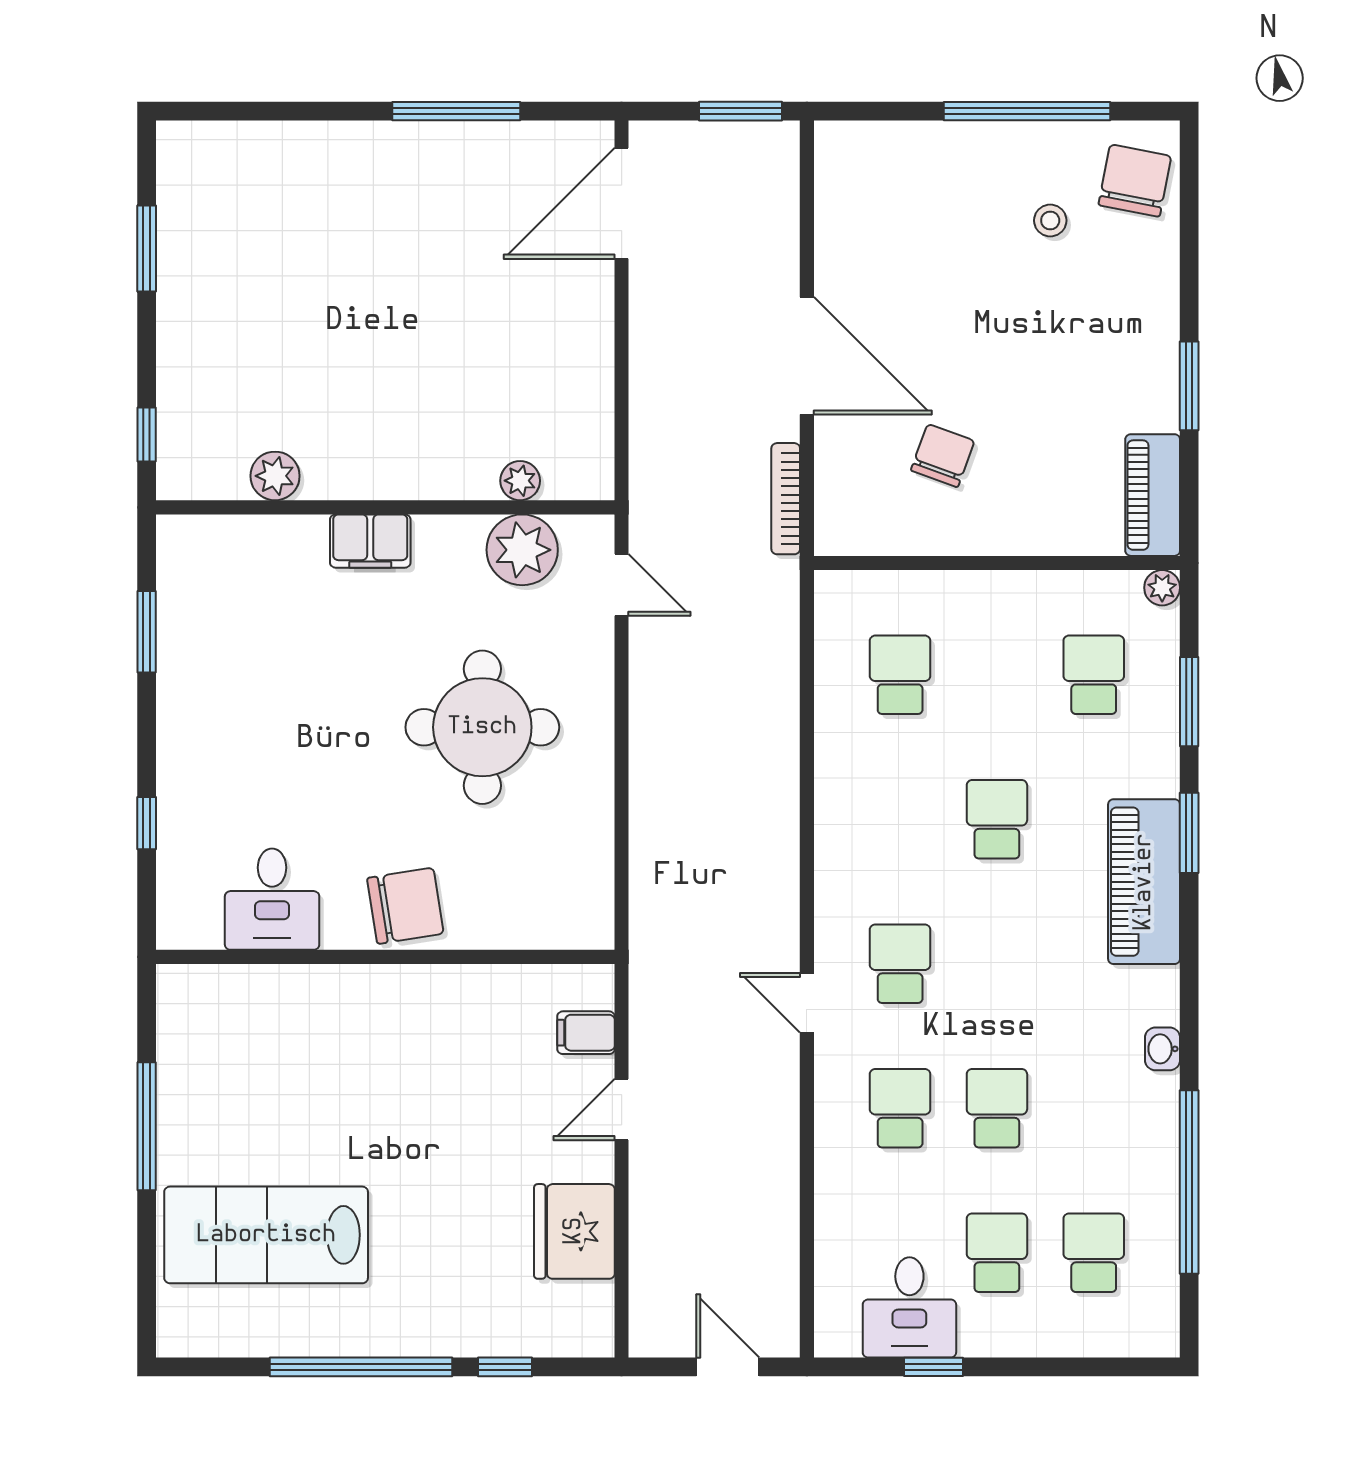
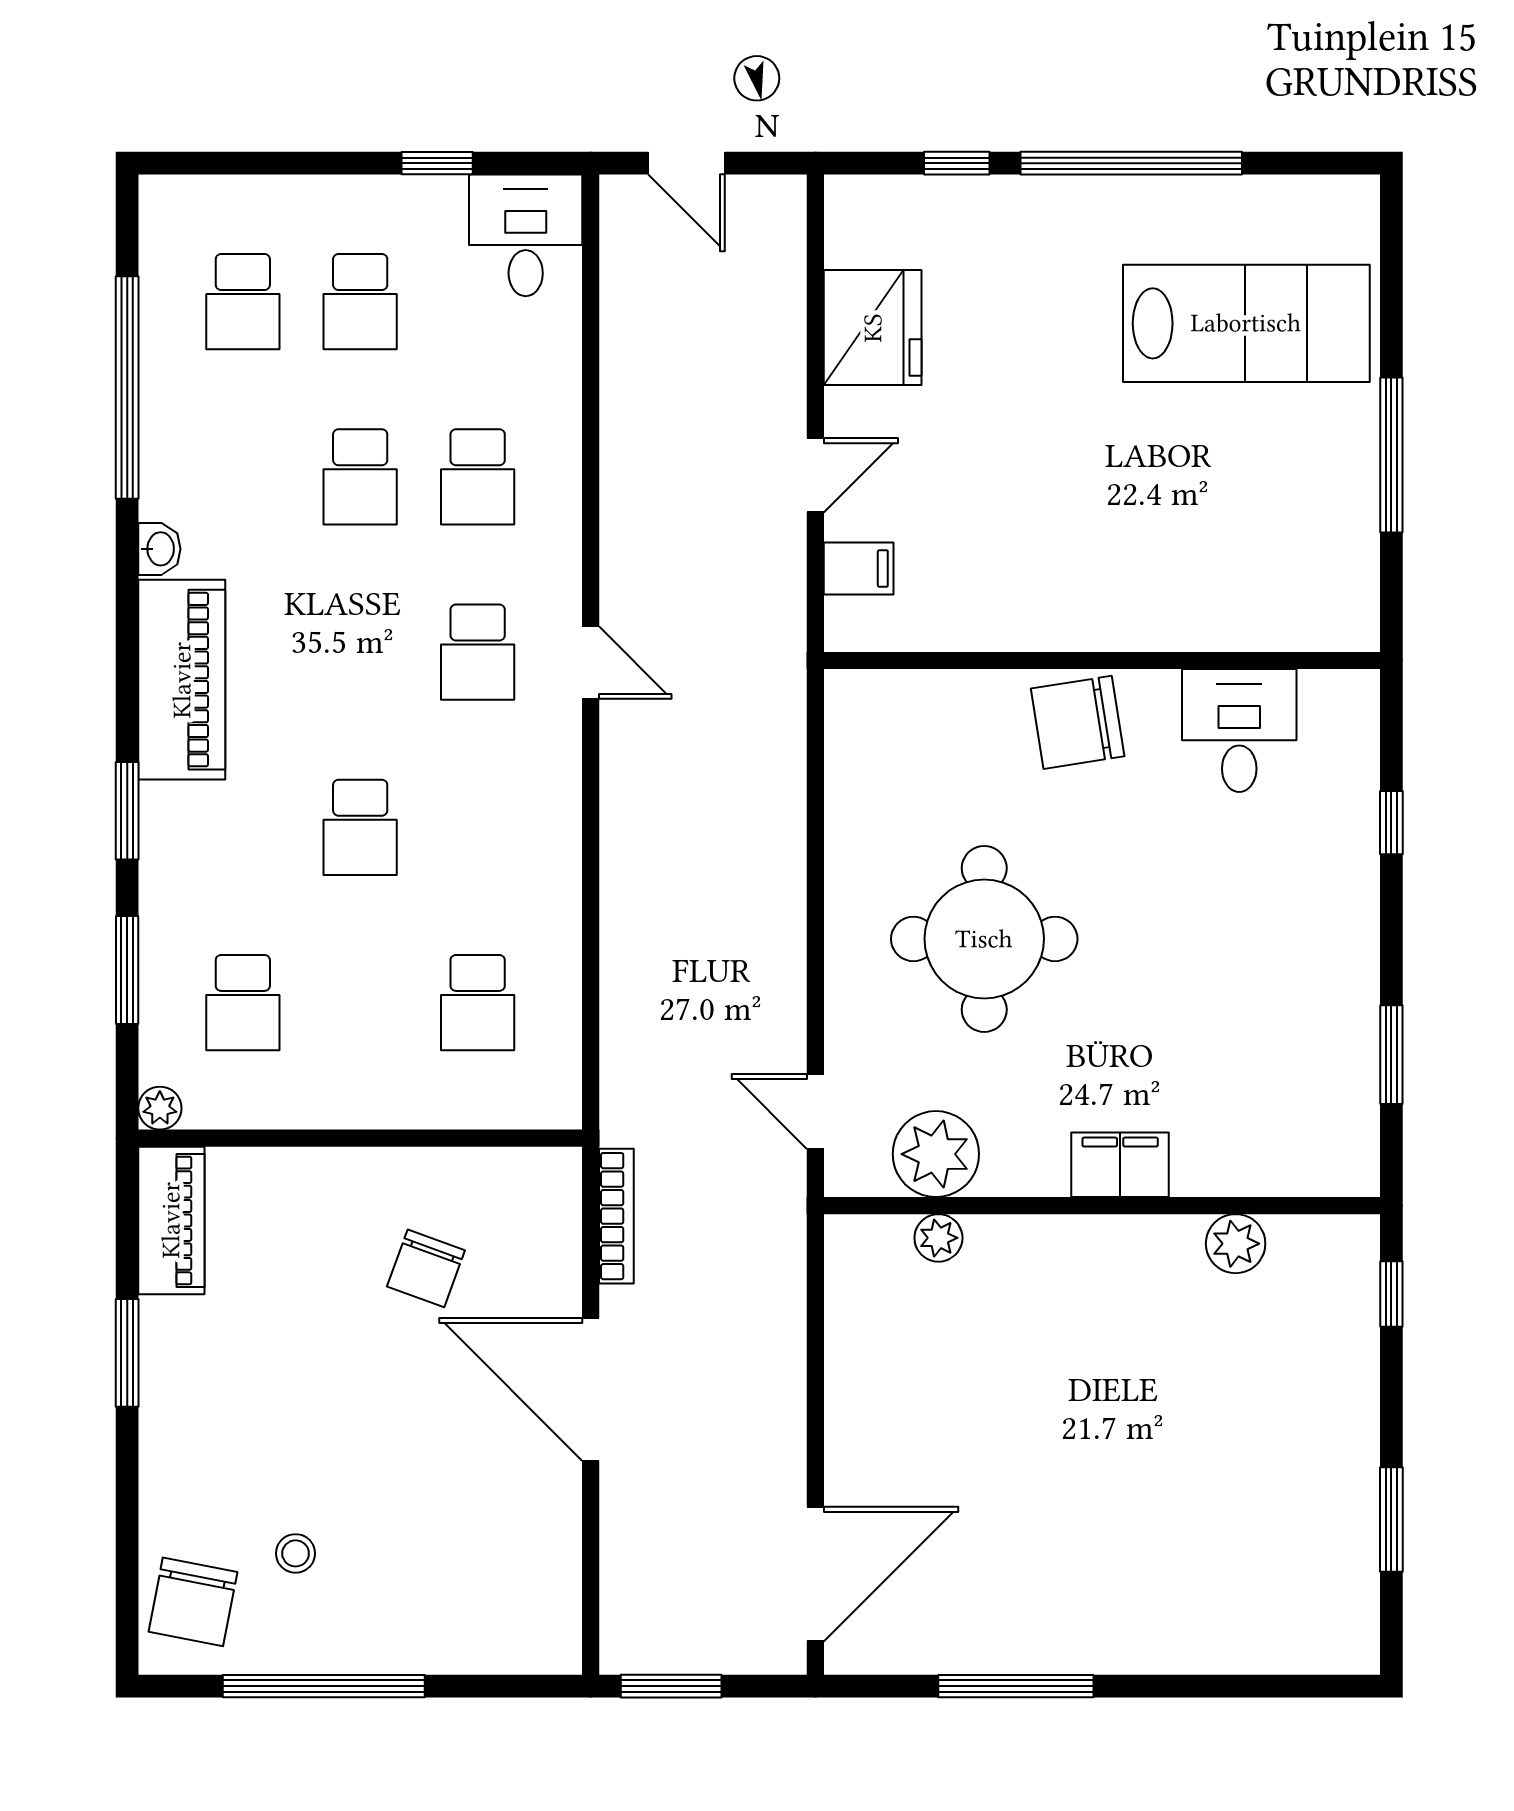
piano: (1144, 882) -> (182, 680), moved
door: (807, 1003) -> (591, 663), moved
desk: (909, 1307) -> (526, 235), moved

